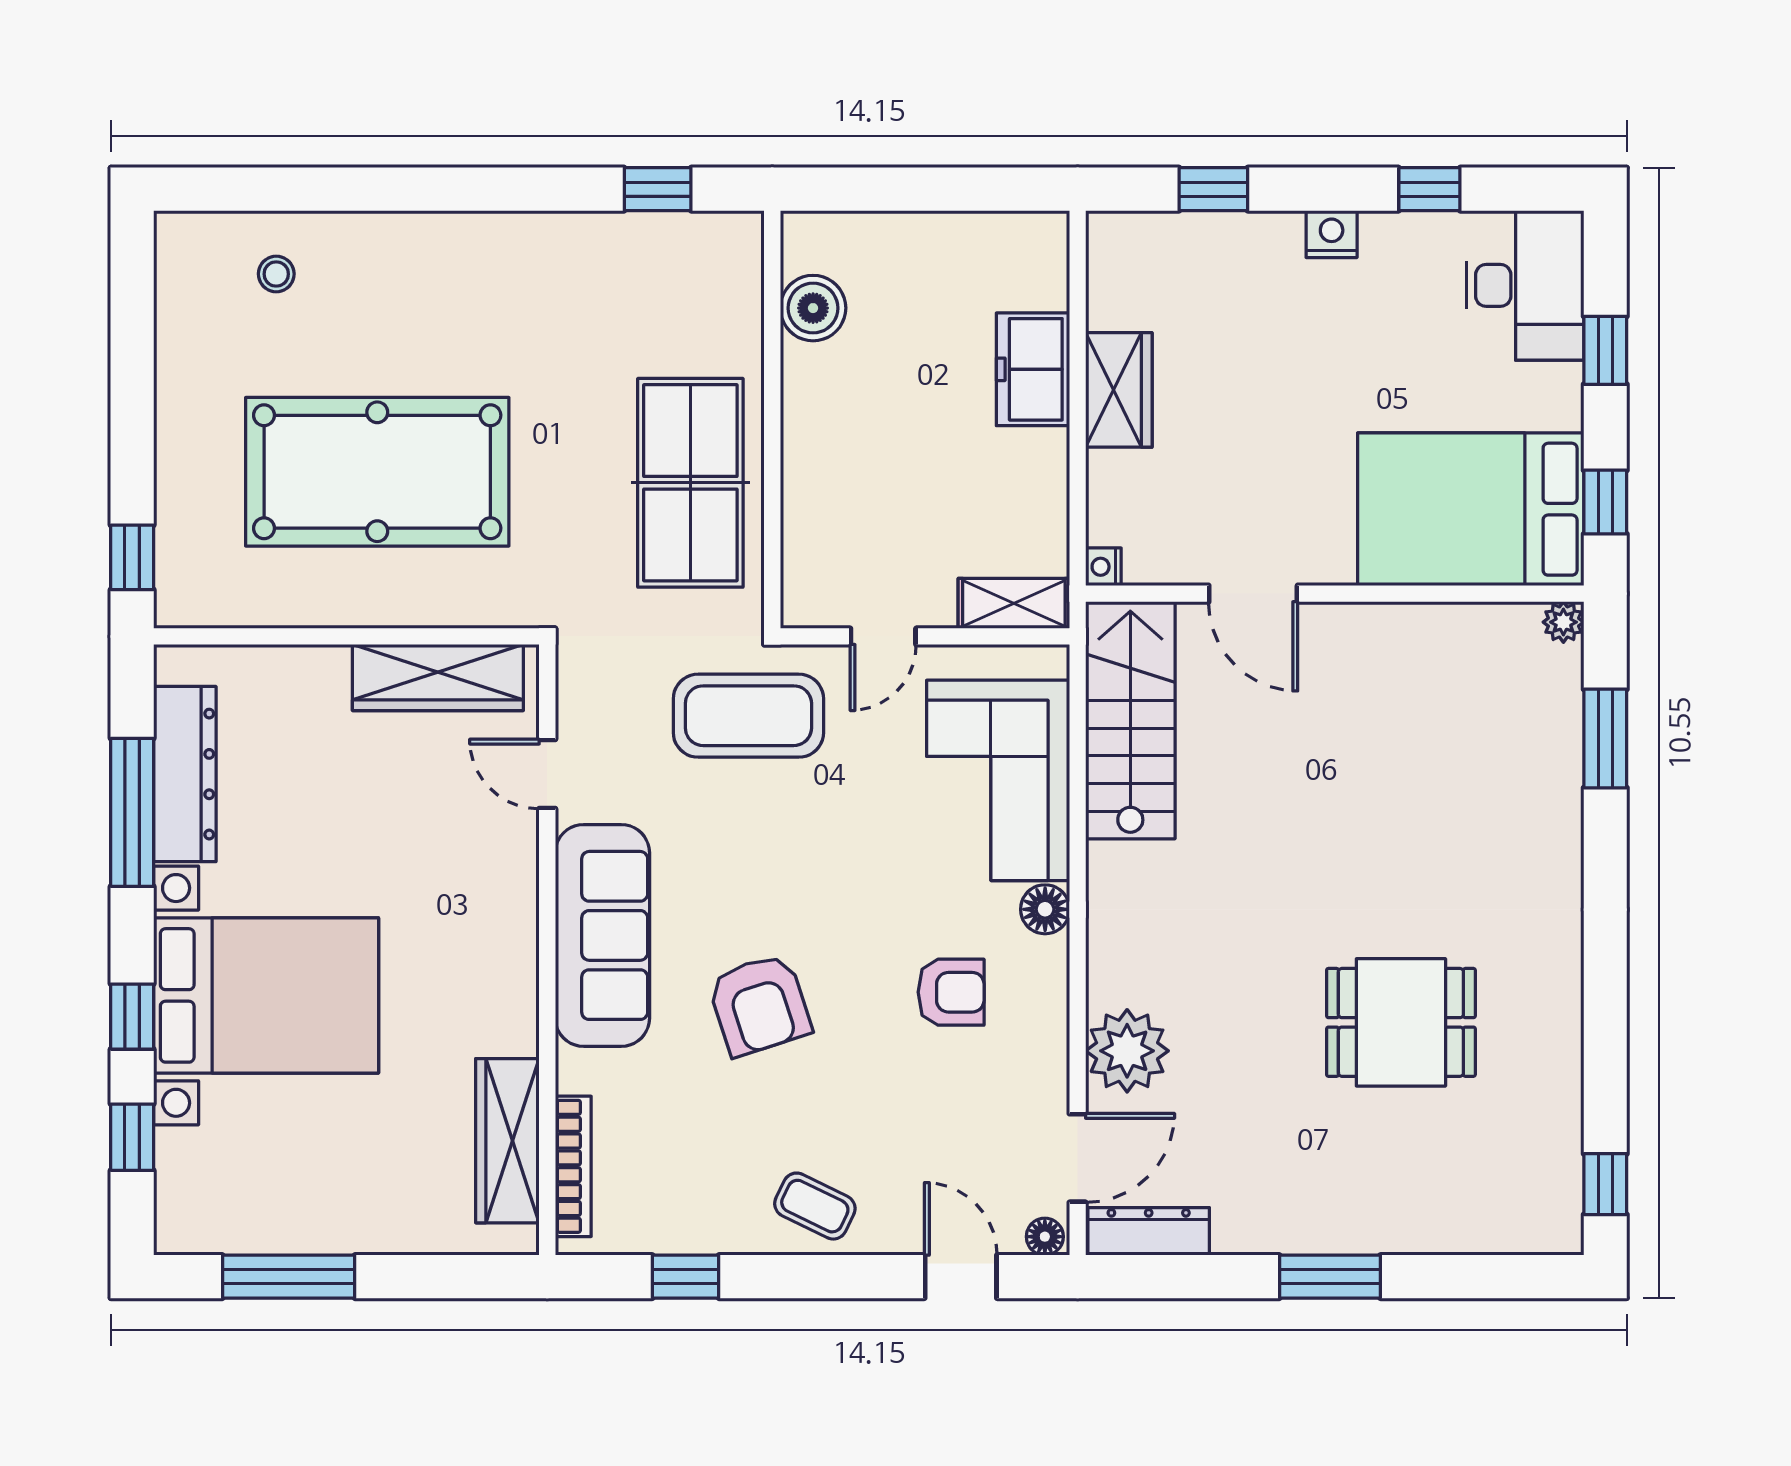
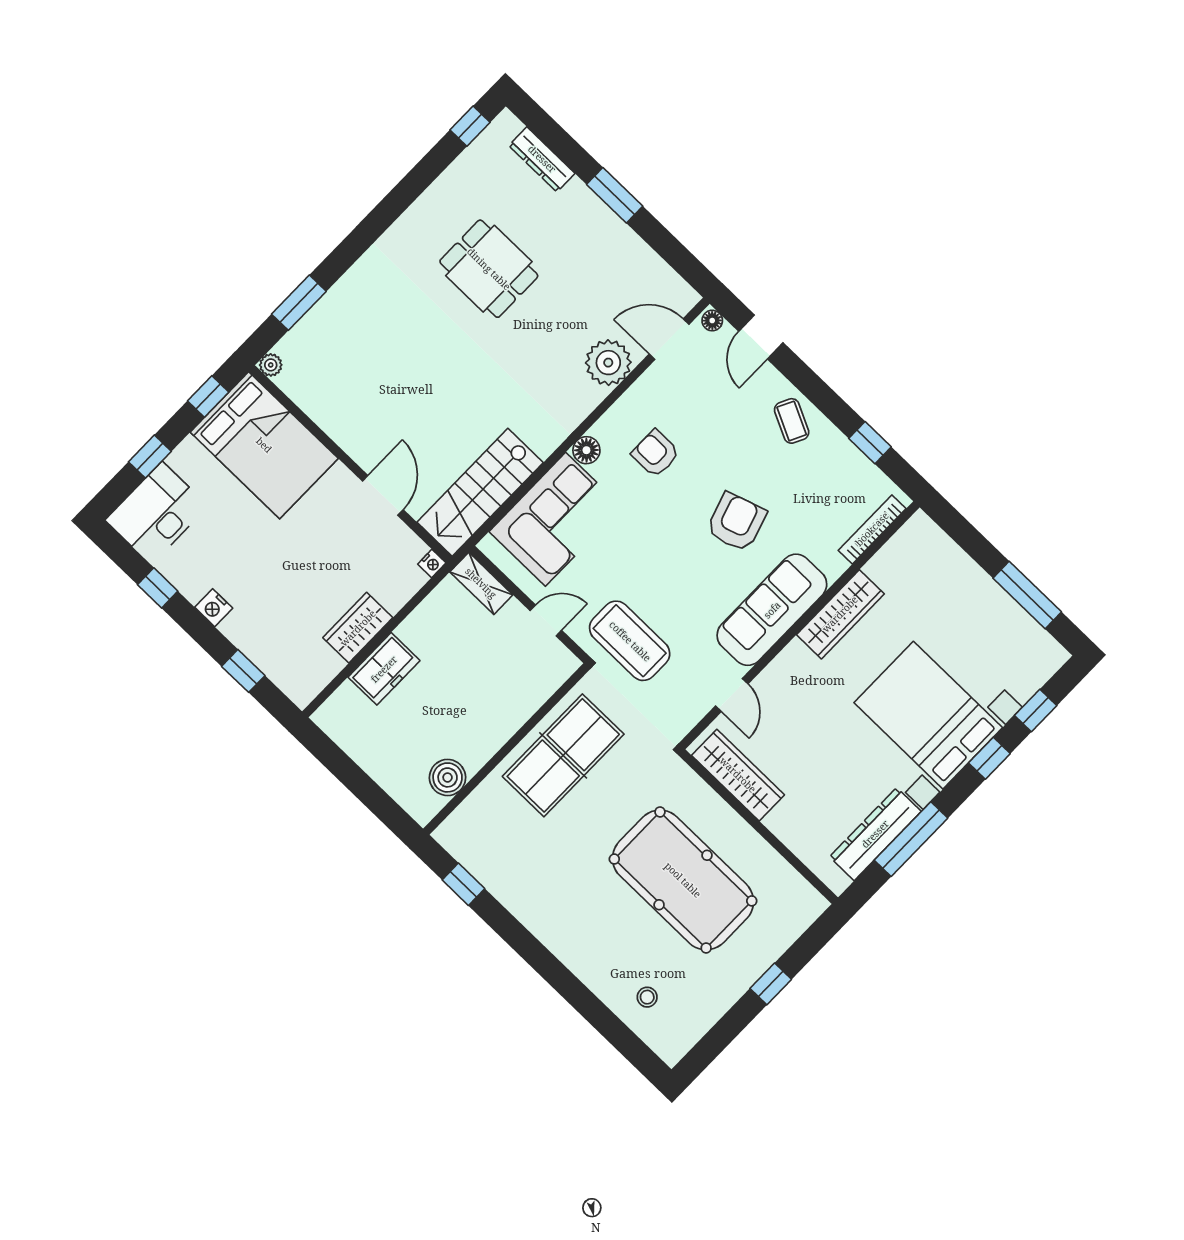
window: (132, 557) -> (771, 984), moved
wardrobe: (507, 1141) -> (840, 614), moved
dresser: (1149, 1231) -> (542, 159), moved

